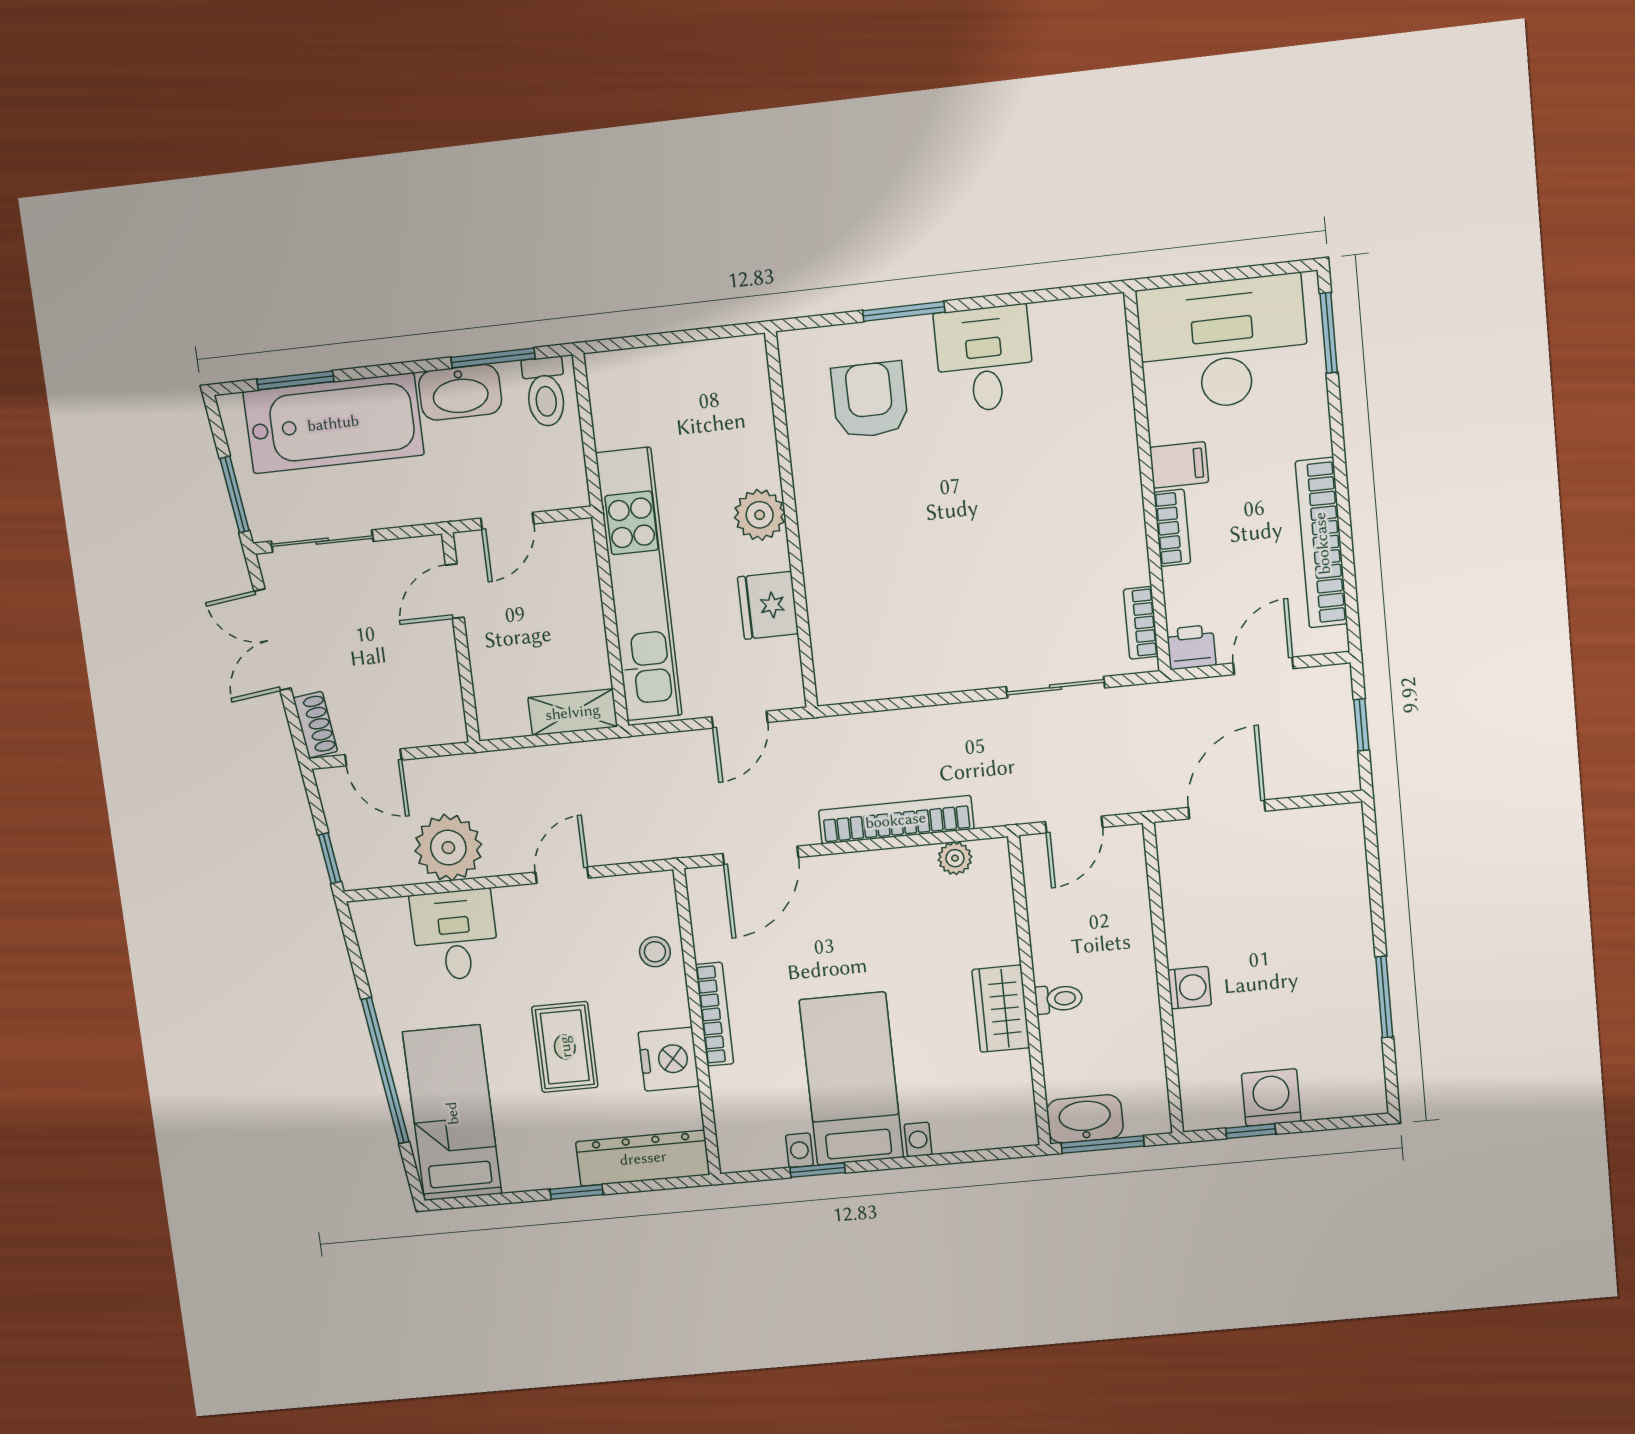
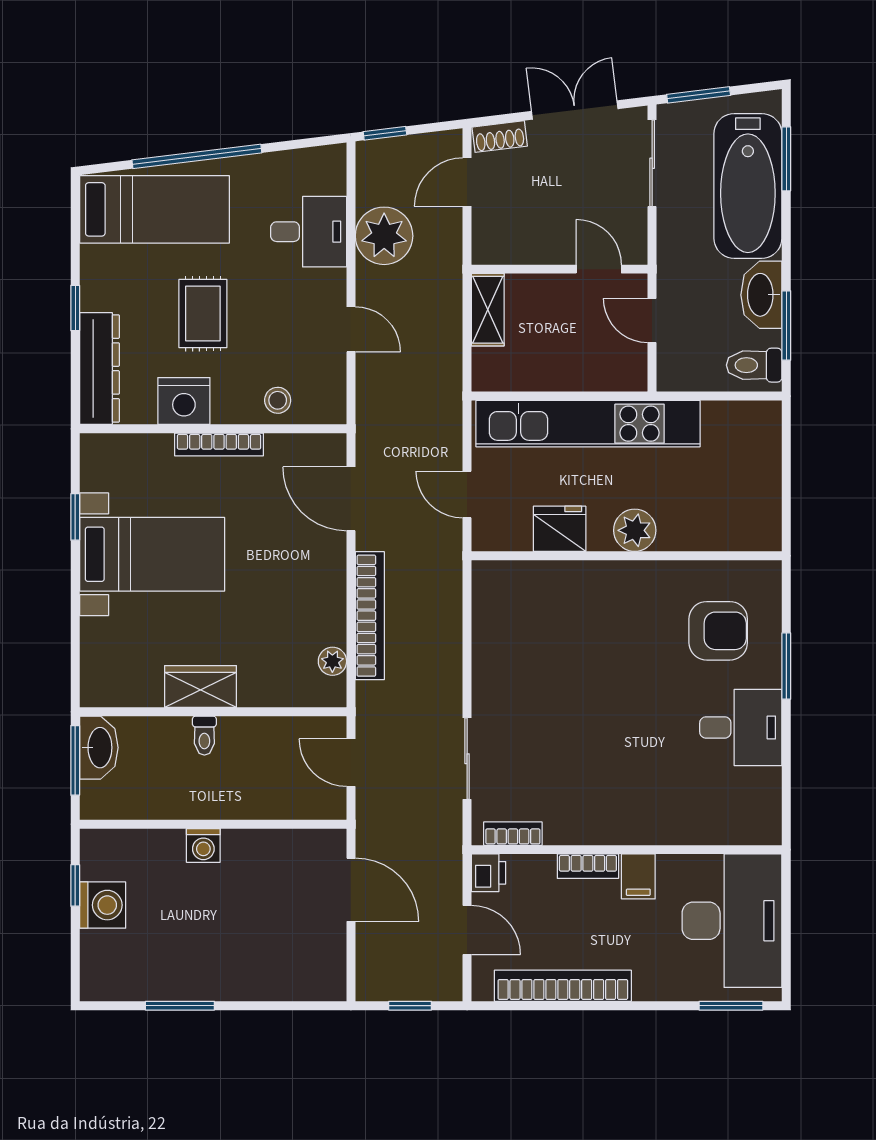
shelving: (573, 712) -> (488, 310), moved
rug: (565, 1047) -> (203, 314), turned 90

